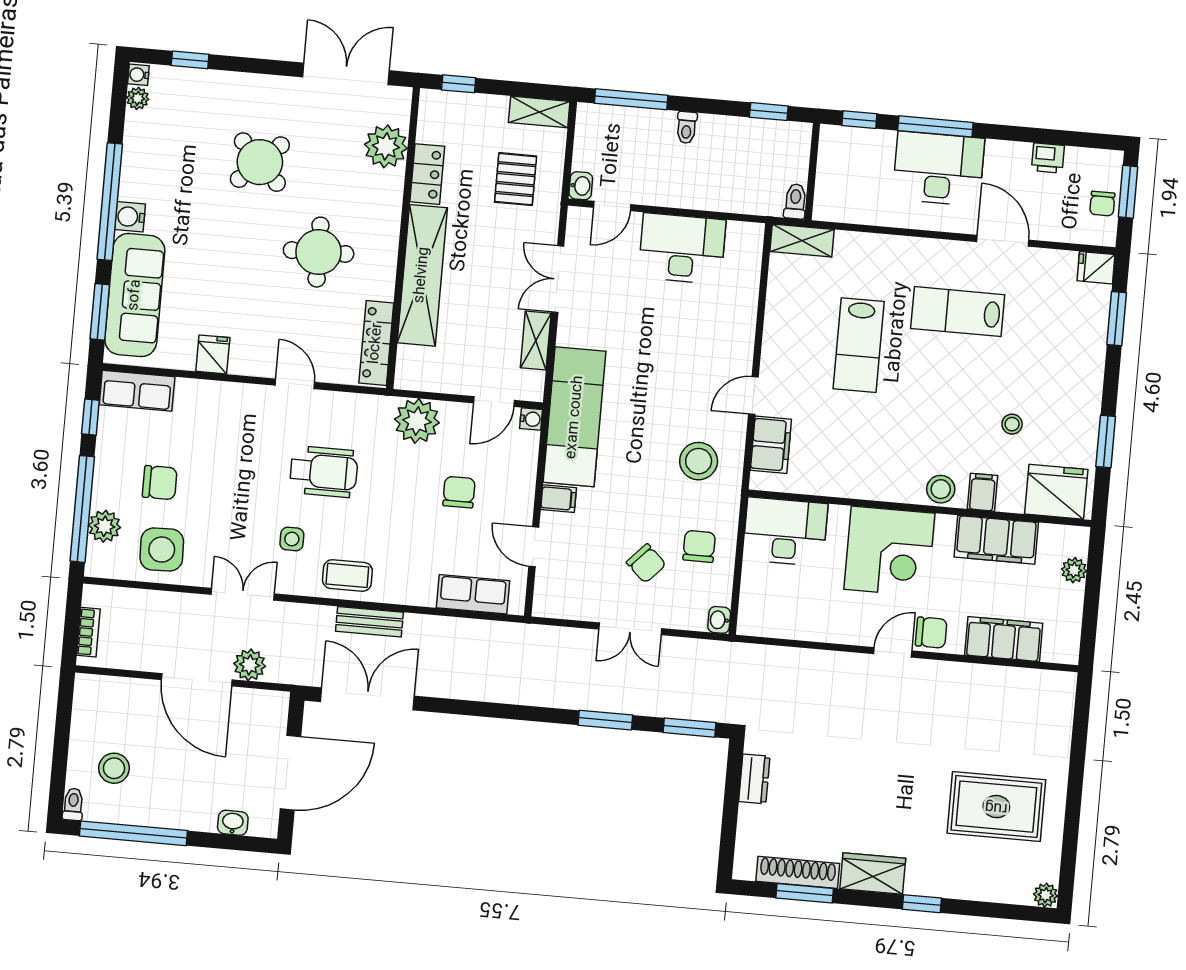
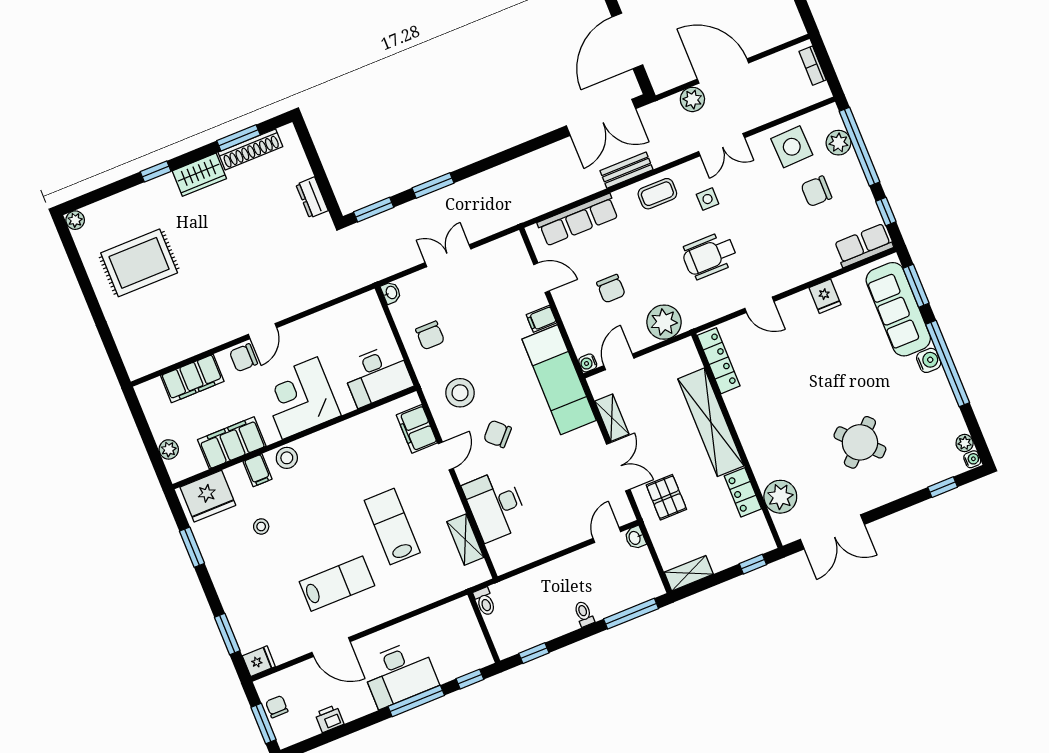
pallet: (516, 179) -> (666, 497), moved
shelving: (802, 241) -> (465, 540), moved, turned 90
desk: (682, 248) -> (495, 506), moved, turned 90
round table: (319, 252) -> (789, 402), removed
chair: (646, 563) -> (497, 434), moved
row of seats: (473, 594) -> (578, 220), width x1.48

